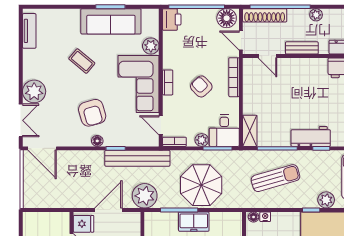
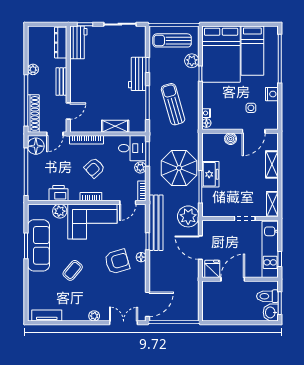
printer: (172, 20) -> (59, 193), moved
plant: (34, 91) -> (94, 316), width x0.53, depth x0.53
shelving: (250, 131) -> (115, 126), moved

